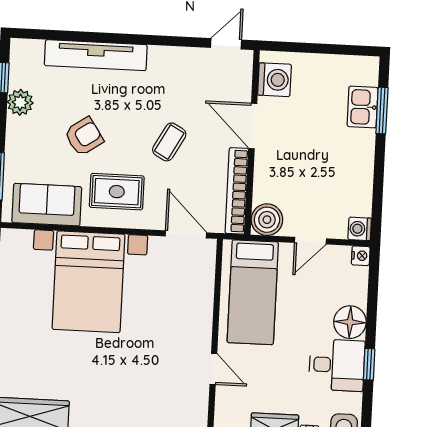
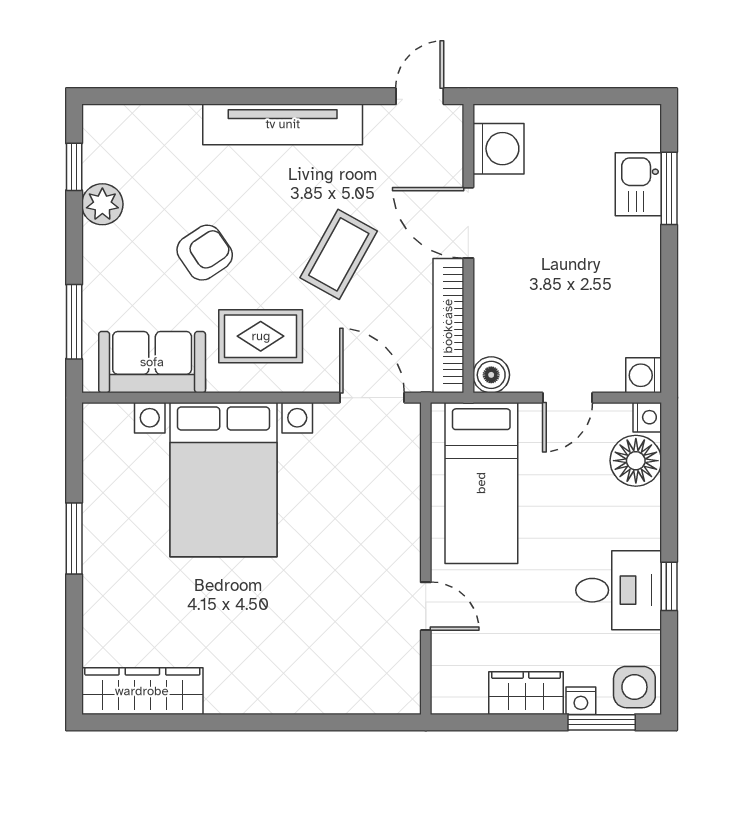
tv unit: (96, 55) -> (283, 124), moved
coffee table: (169, 142) -> (339, 254), width x1.36, depth x1.30
boiler: (267, 220) -> (491, 375), width x0.73, depth x0.73
floor lamp: (350, 322) -> (636, 461), moved

